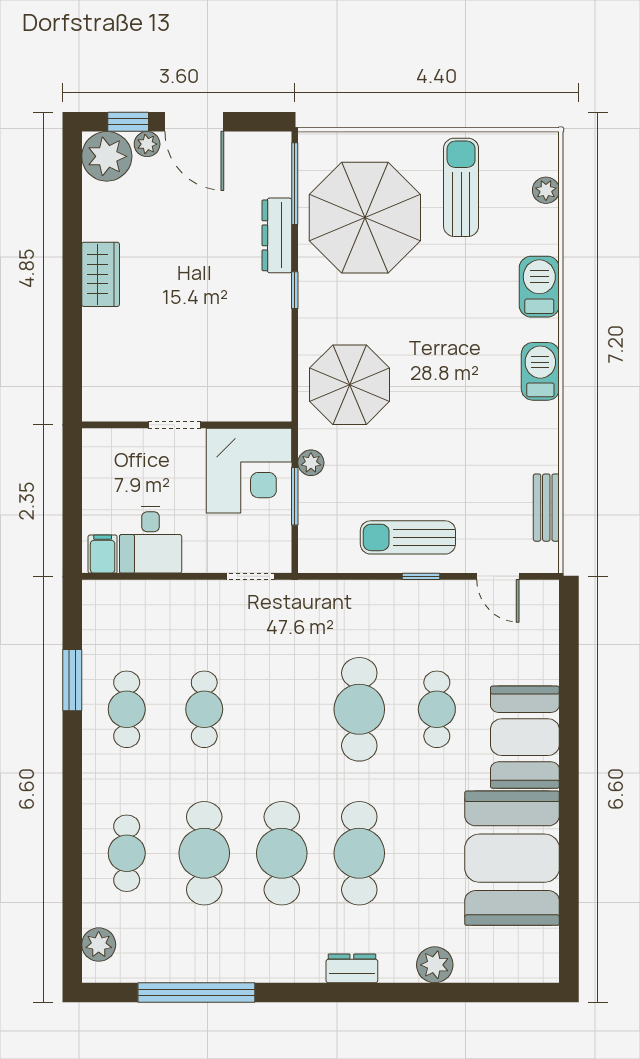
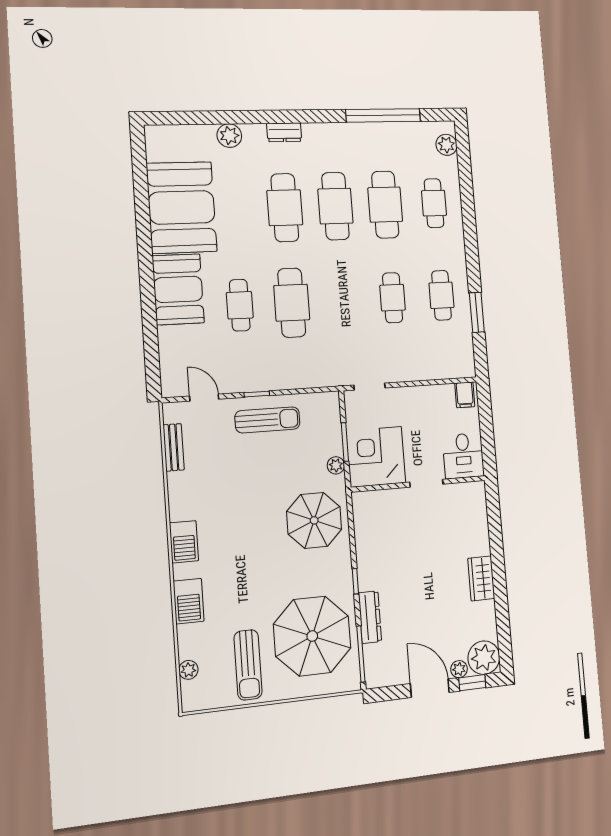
desk: (151, 540) -> (463, 456), moved, turned 180

